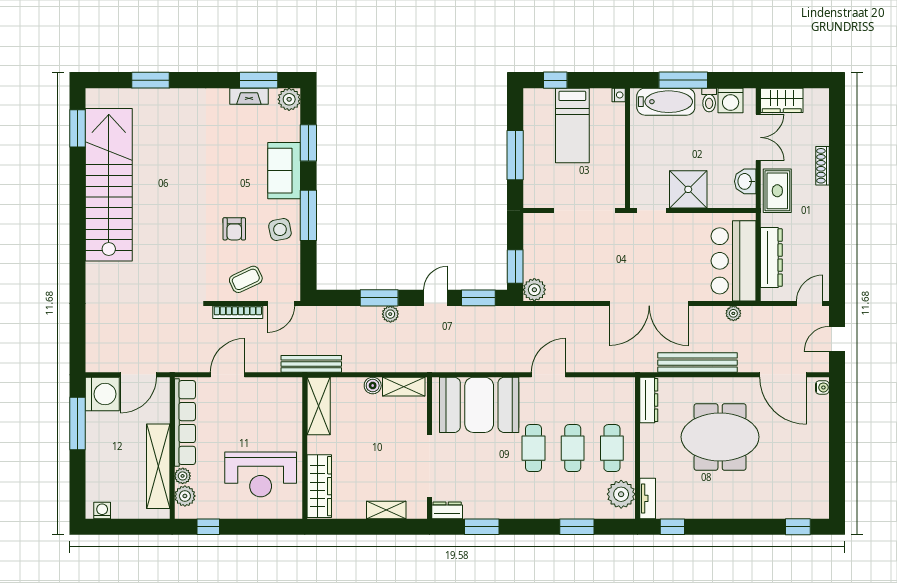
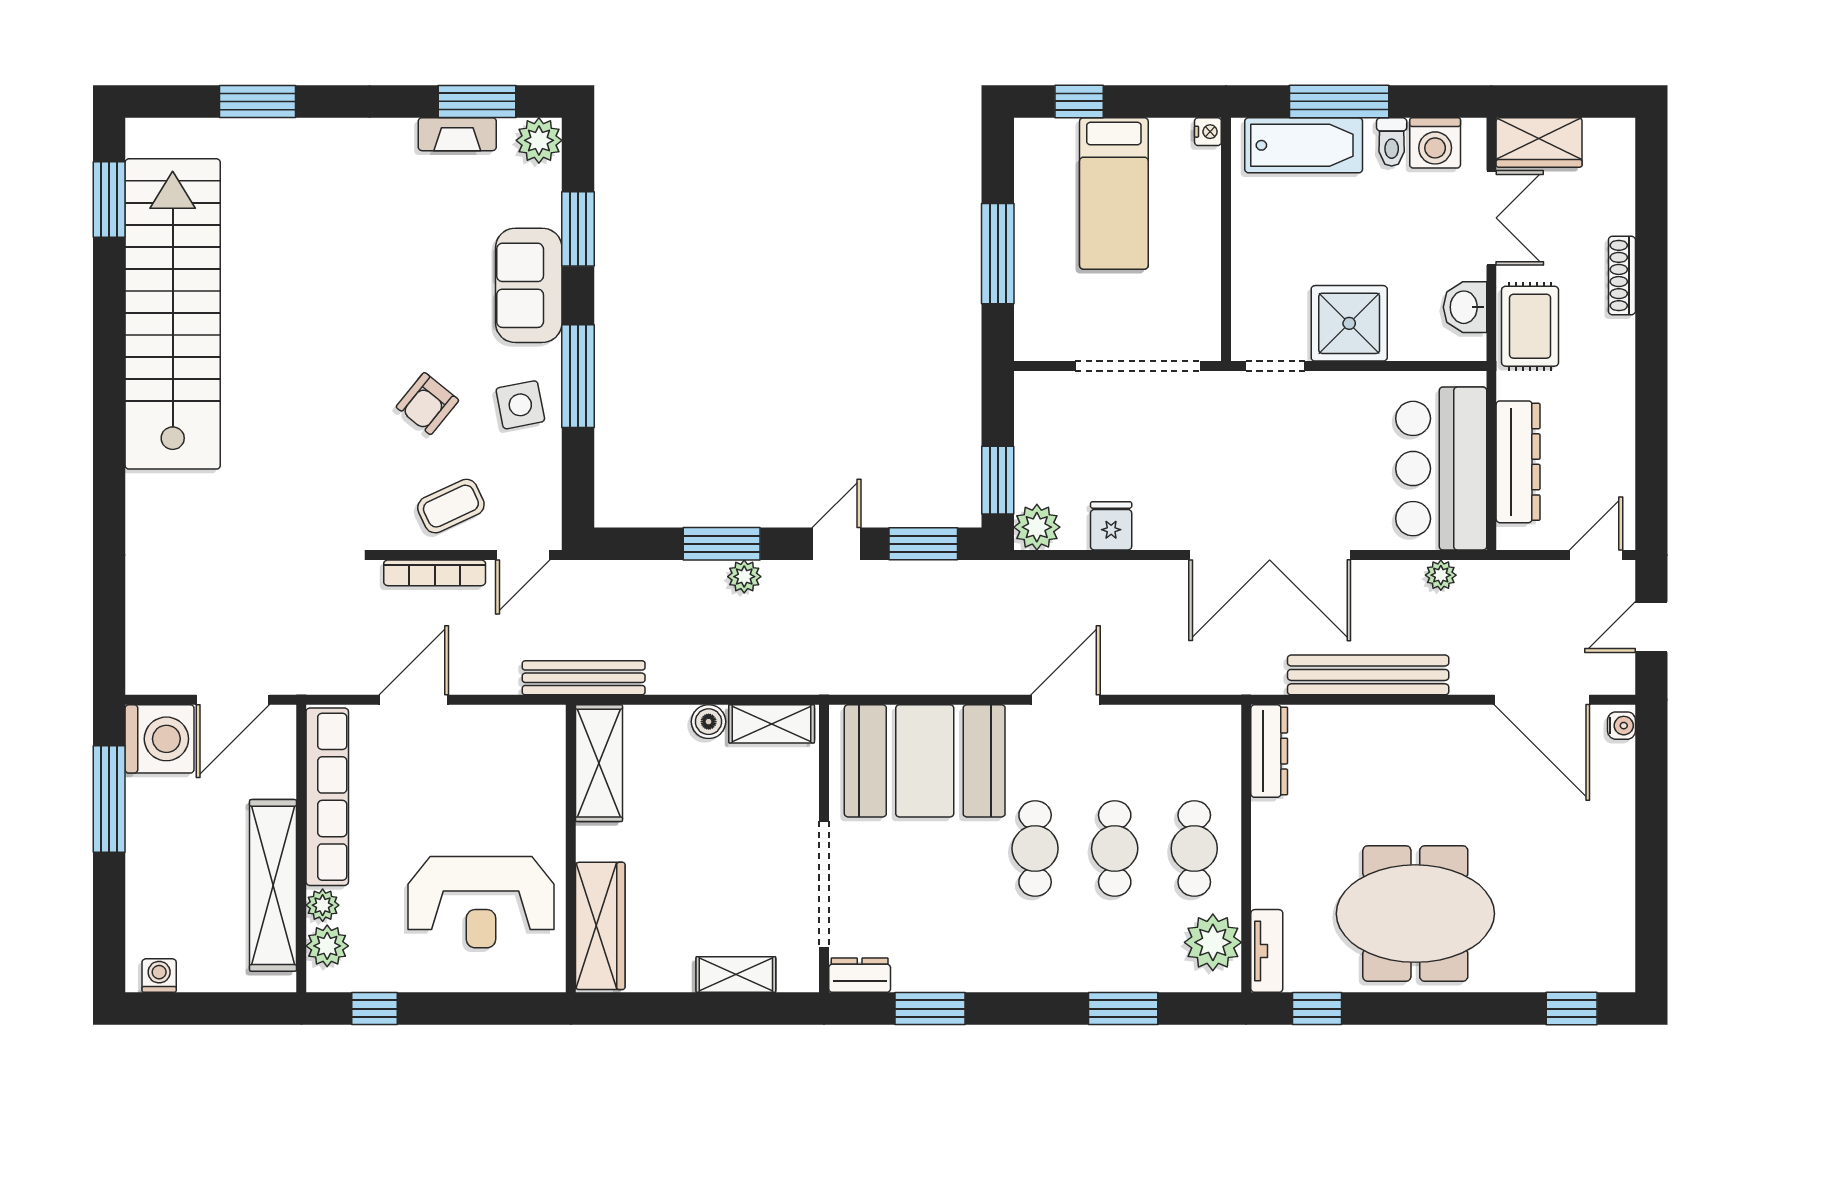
armchair: (234, 229) -> (427, 404), turned 39
fridge: (571, 289) -> (1111, 526), added
meeting table: (720, 437) -> (1415, 914), moved

